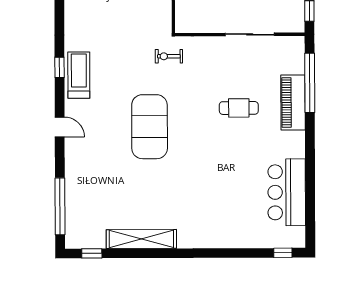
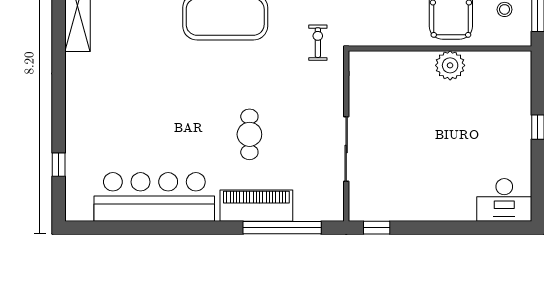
bar counter: (287, 192) -> (154, 197), width x1.36
window: (283, 253) -> (59, 165), moved

